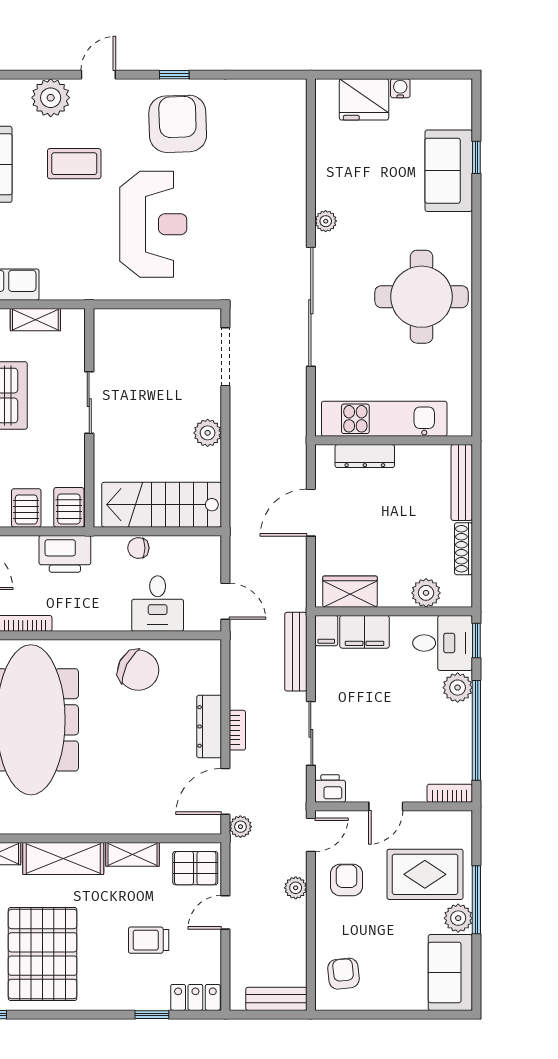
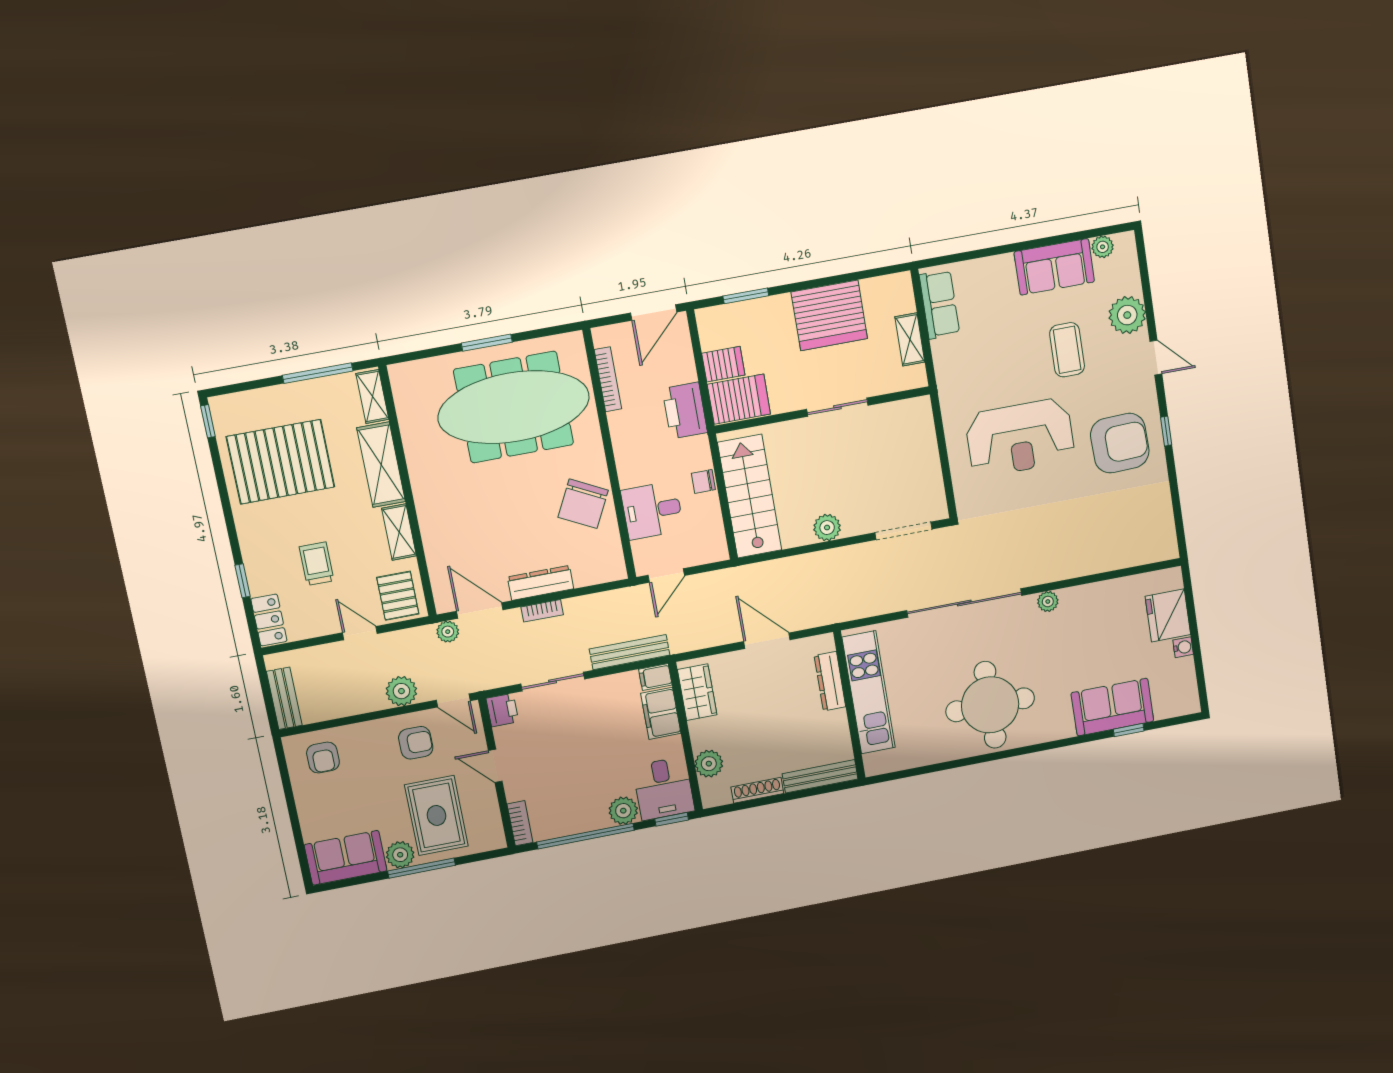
server rack: (69, 507) -> (739, 399), width x1.36, depth x1.44
chair: (138, 548) -> (703, 481), turned -90
plant: (296, 888) -> (401, 691), width x1.38, depth x1.38
armchair: (343, 974) -> (323, 758), turned 96

